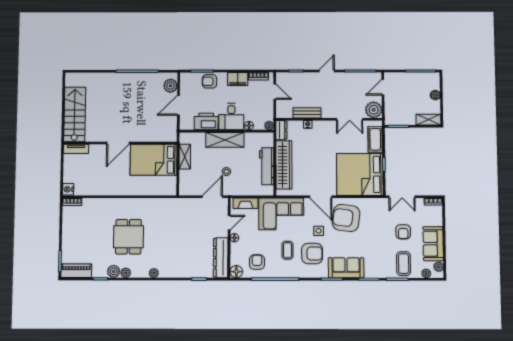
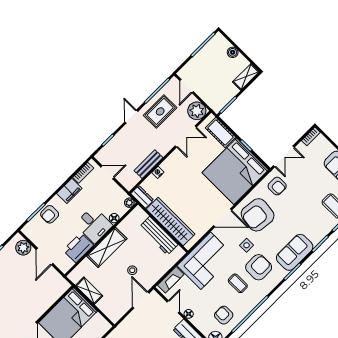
rug: (349, 86) -> (160, 111), added
armchair: (403, 232) -> (277, 186), moved

